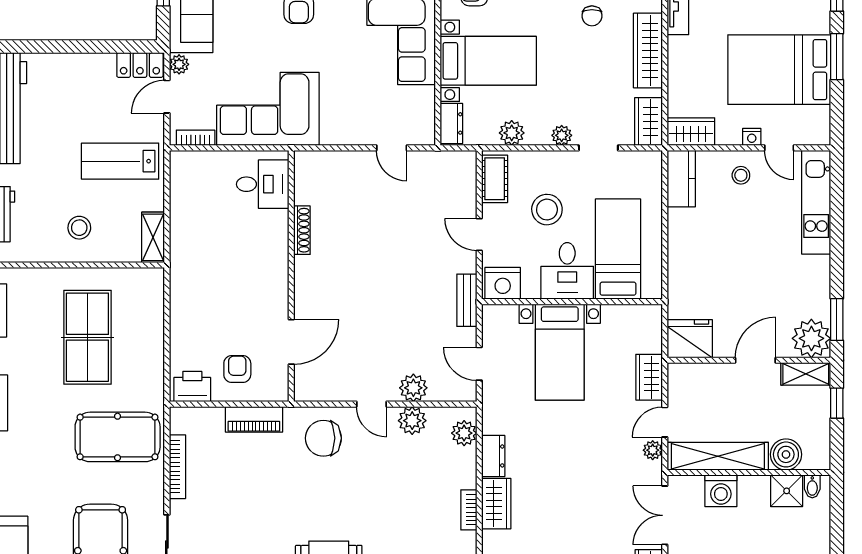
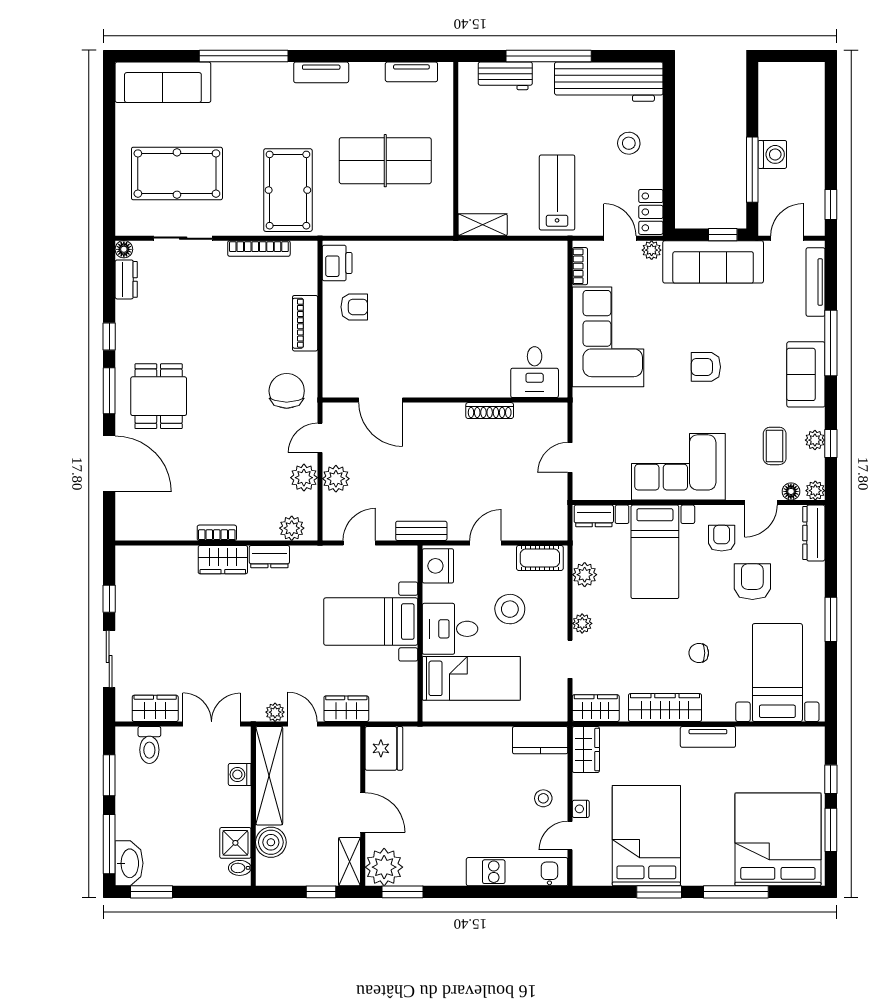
desk: (263, 184) -> (535, 372), moved
stool: (79, 228) -> (629, 143), moved
shoe rack: (302, 230) -> (490, 411), moved
wall: (291, 276) -> (445, 400), moved
door: (291, 342) -> (381, 400), moved
washing machine: (721, 491) -> (240, 774), width x0.73, depth x0.73

